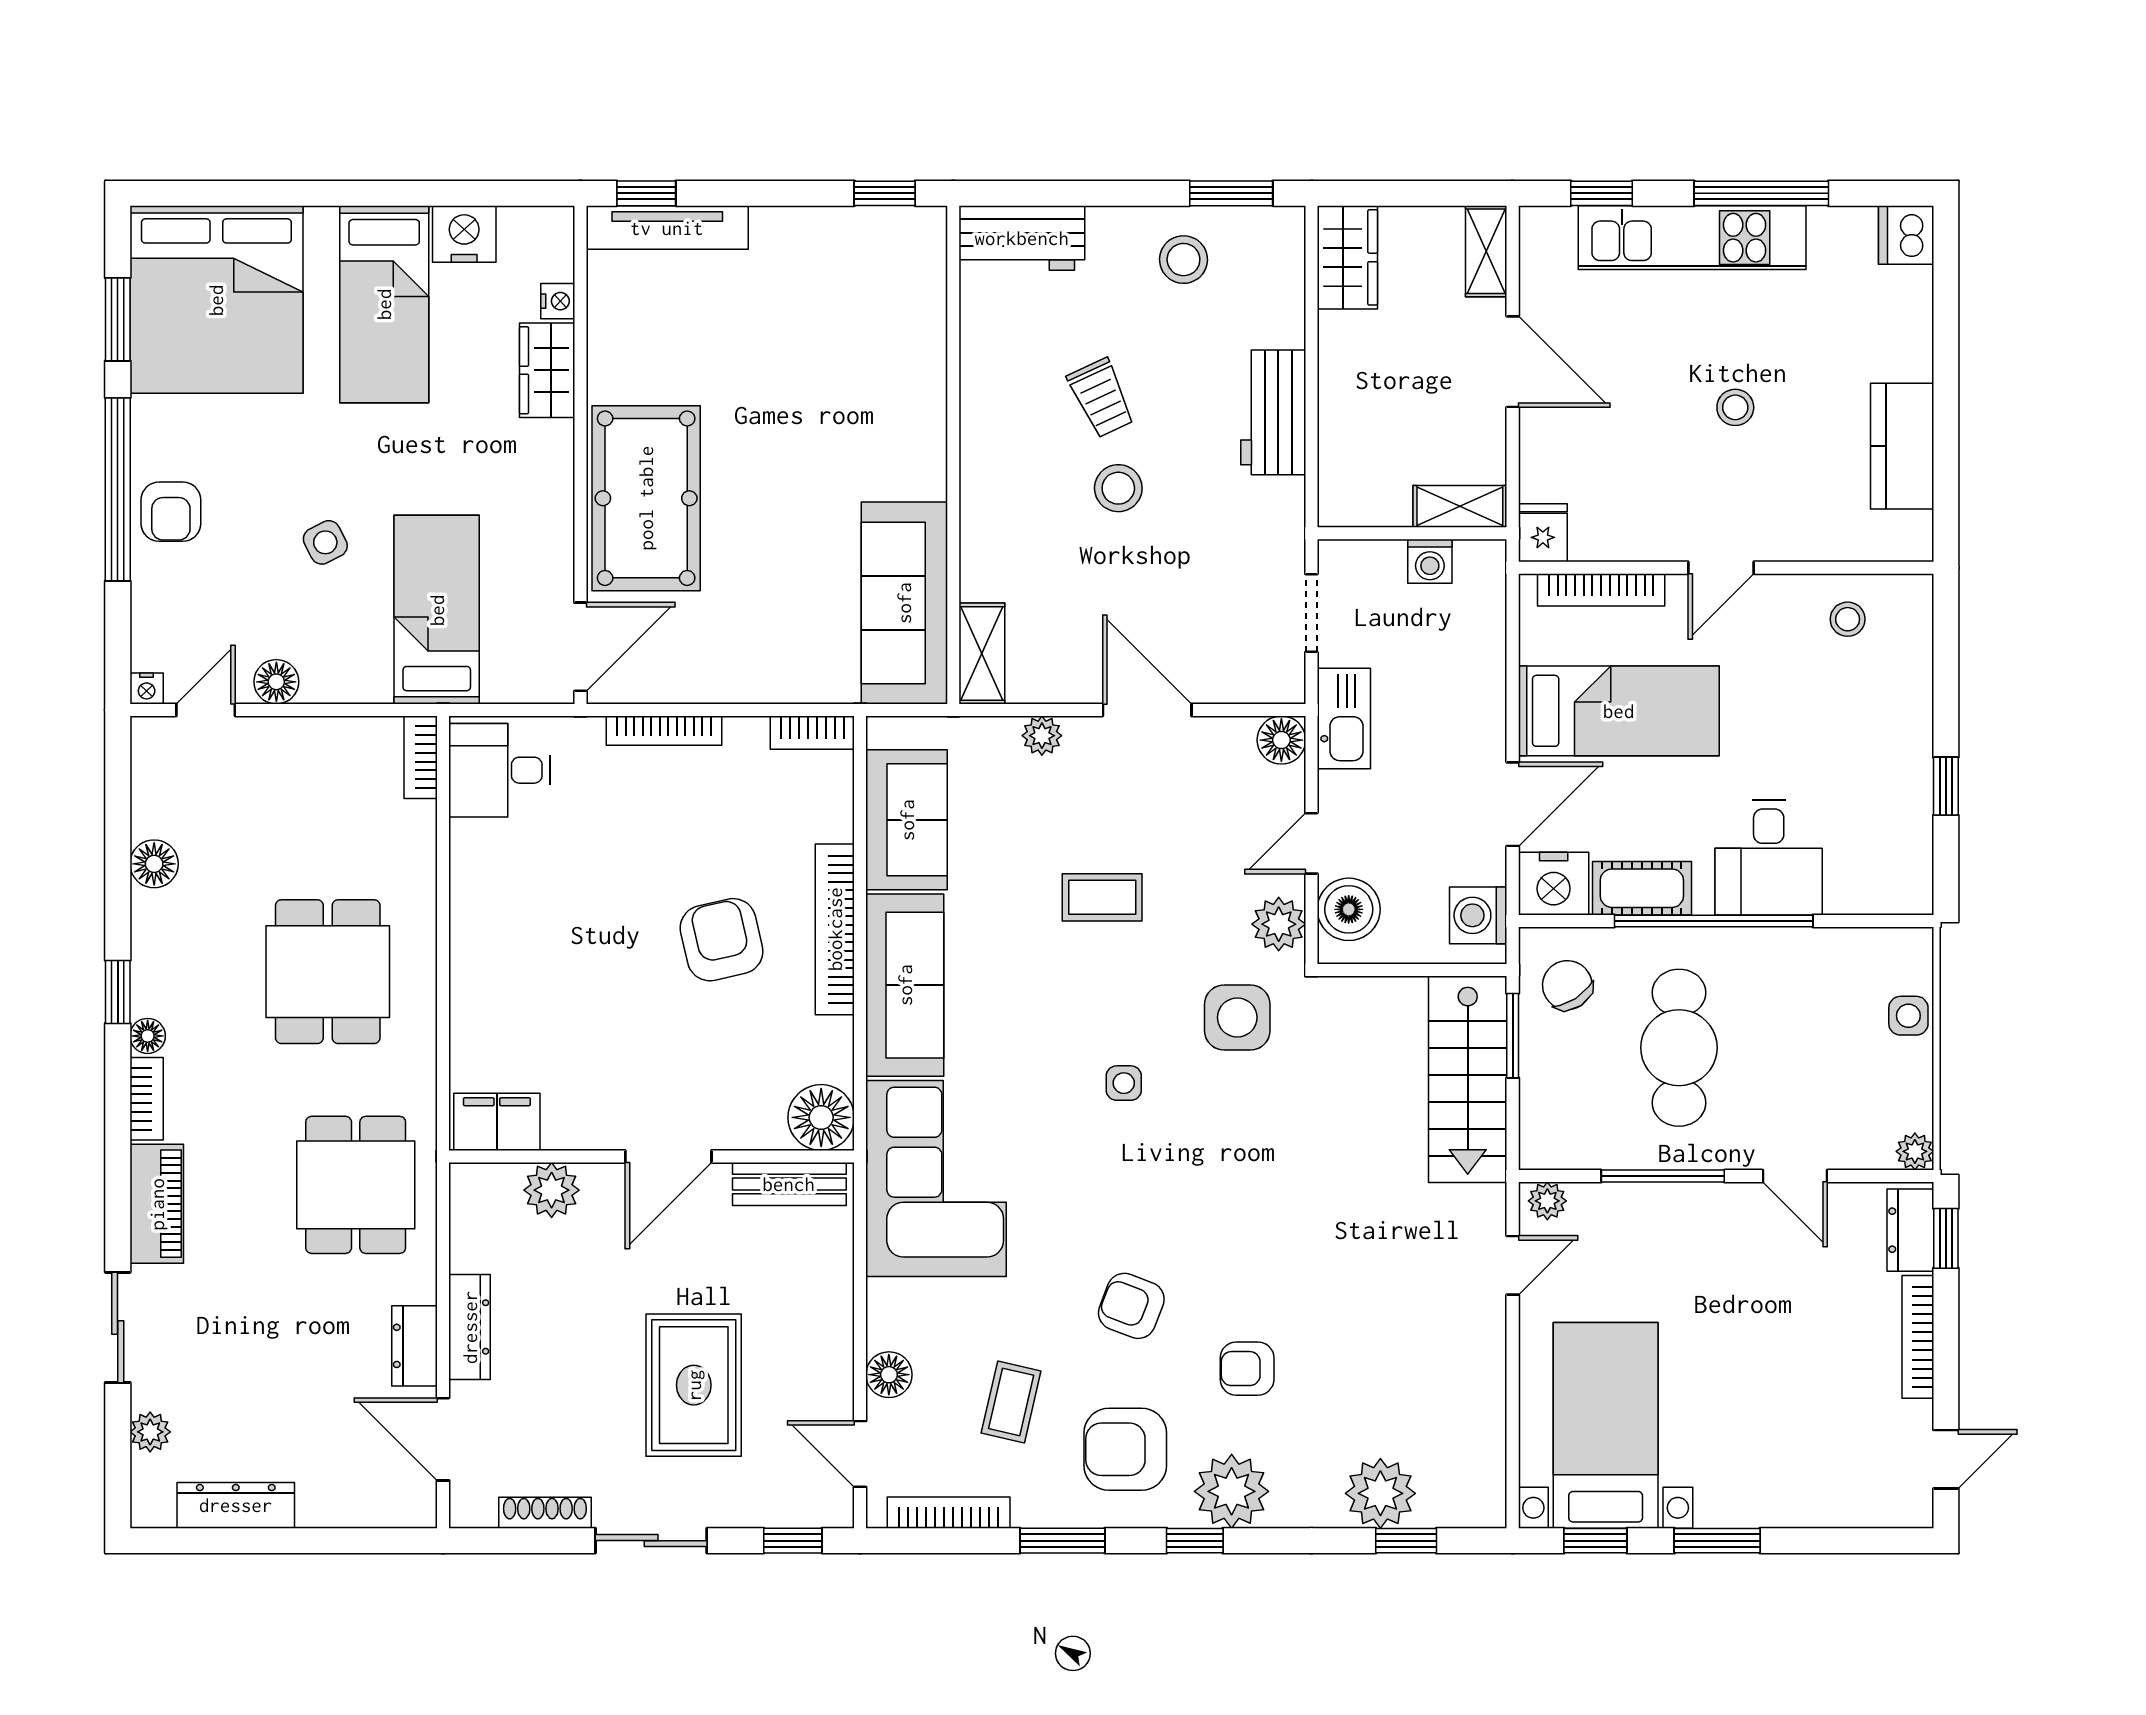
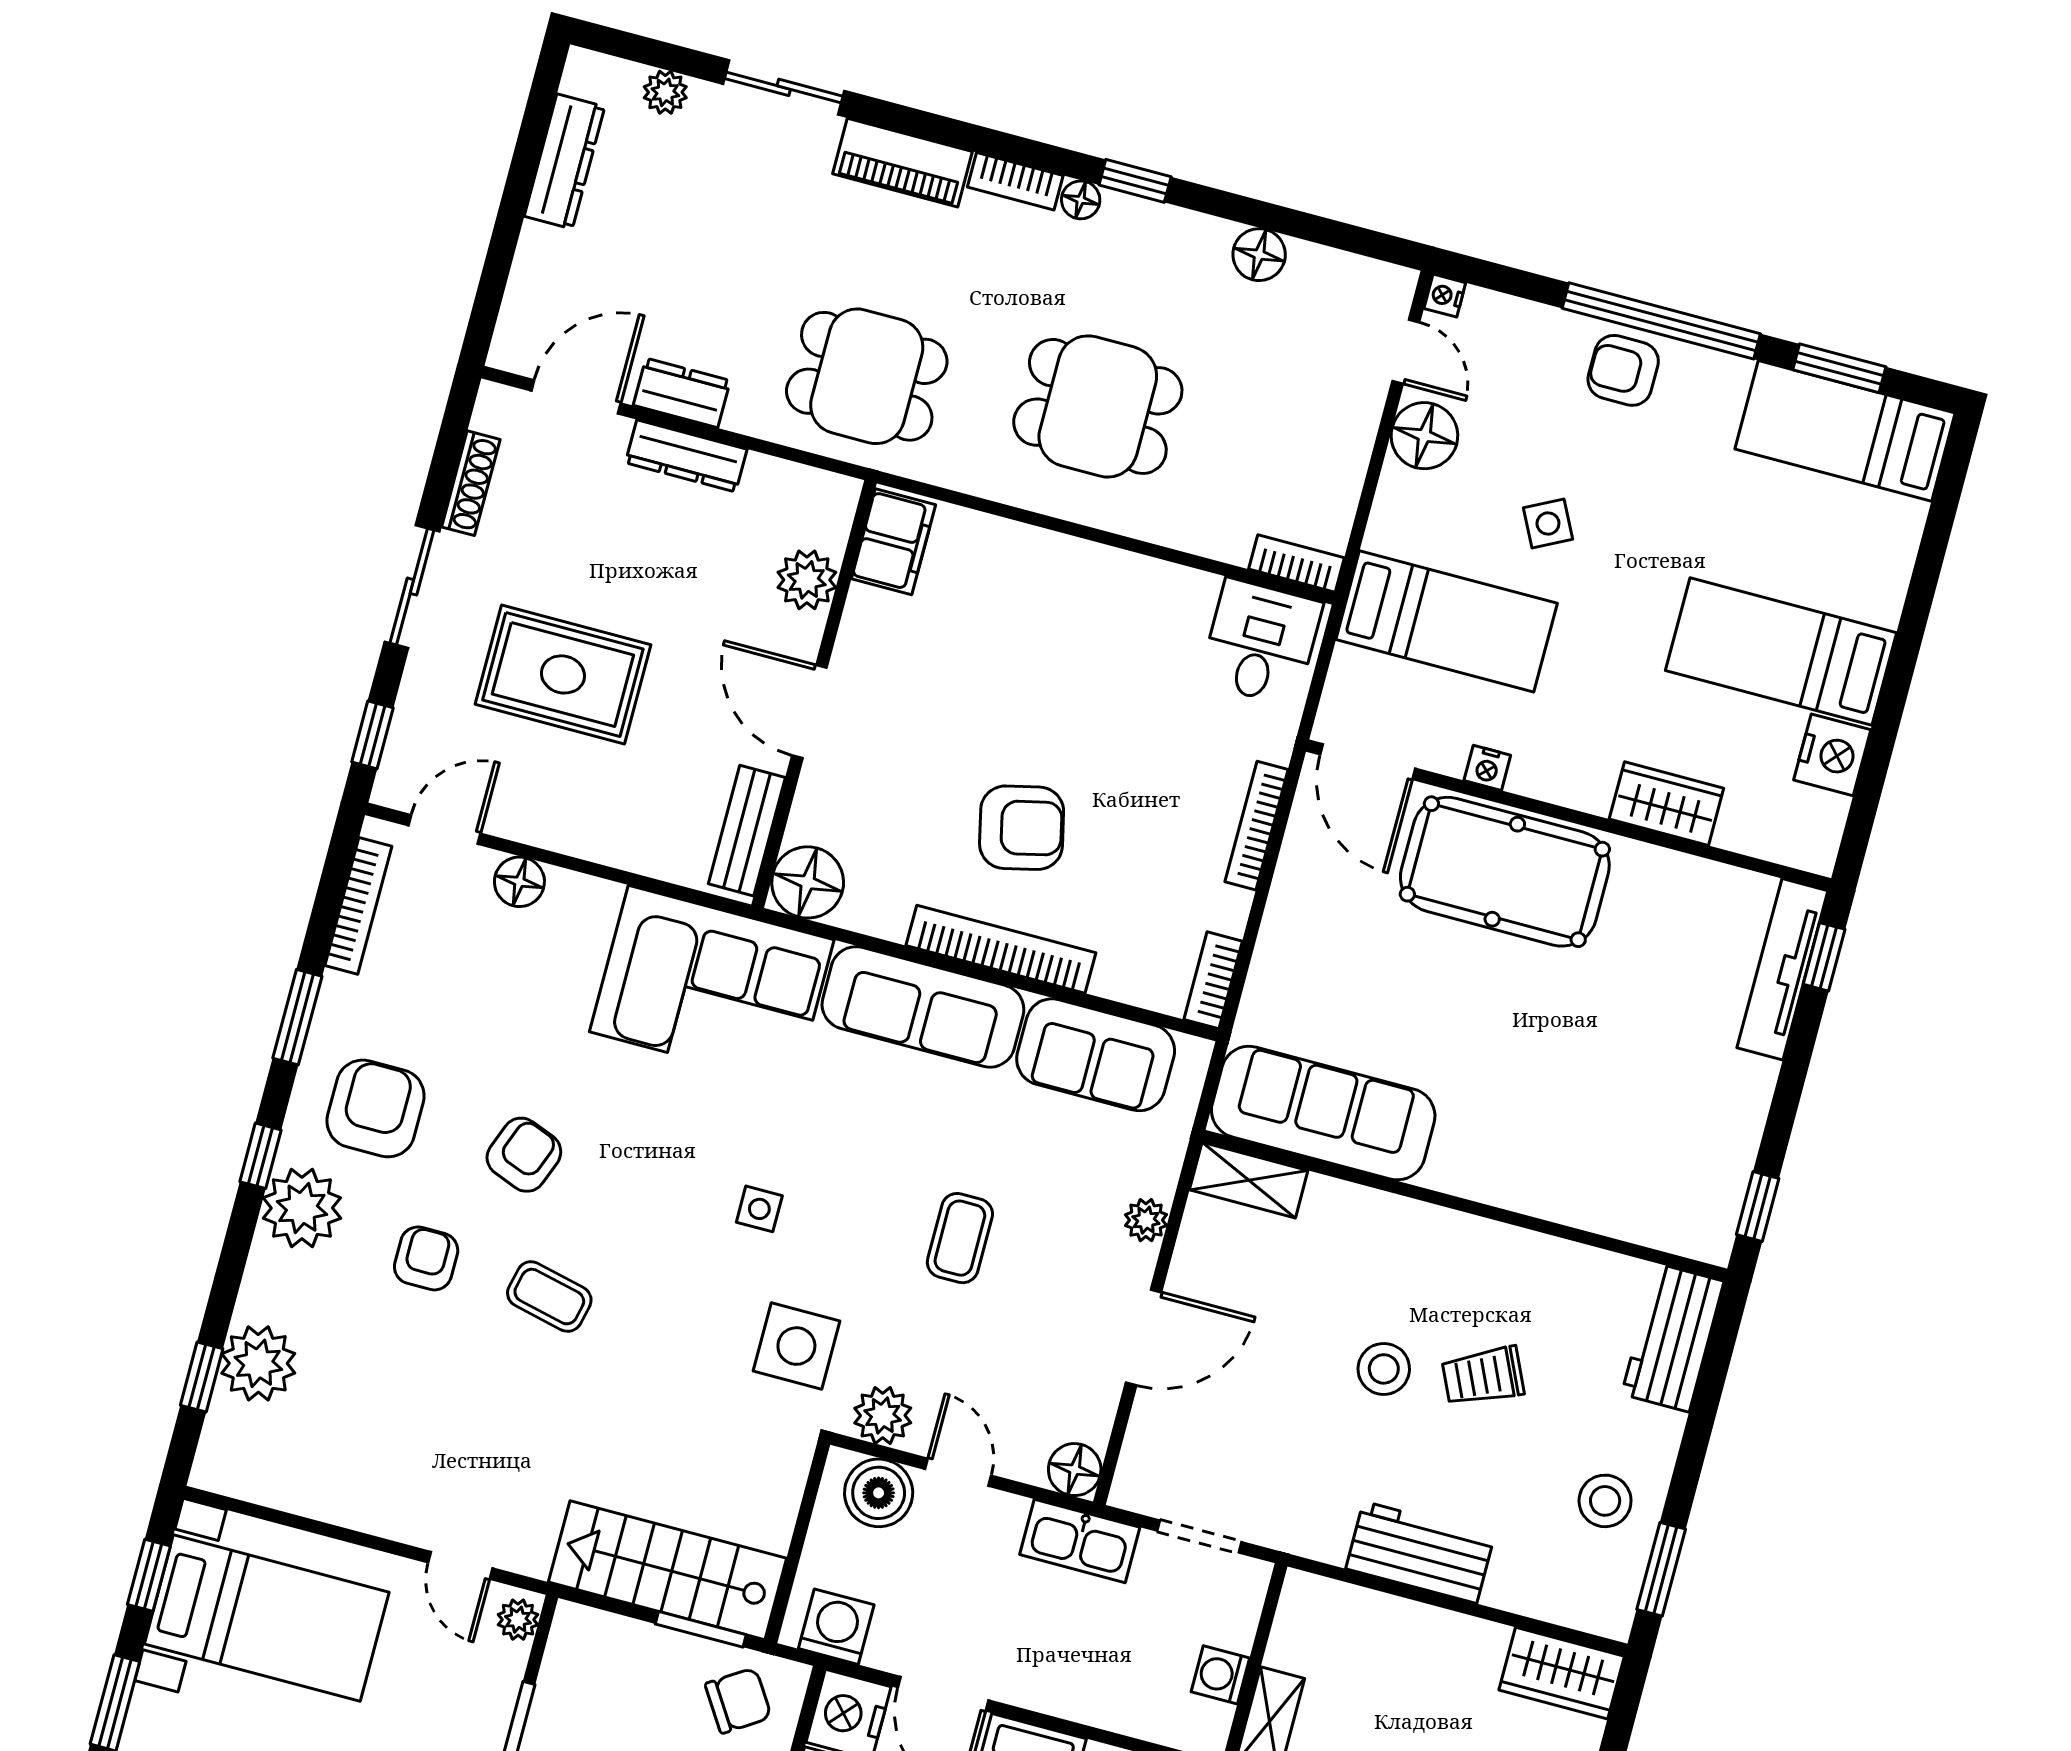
bed: (216, 300) -> (1845, 431), width x0.49
nightstand: (558, 301) -> (1487, 768), moved
floor lamp: (276, 682) -> (1424, 436), width x1.38, depth x1.38
coffee table: (1011, 1402) -> (549, 1297), moved

